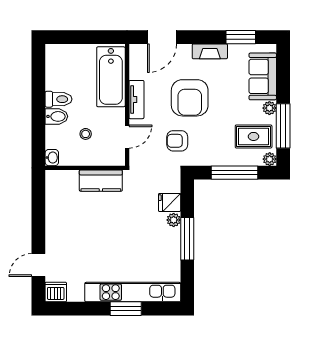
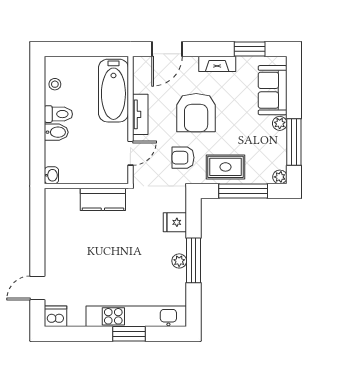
stool: (86, 134) -> (55, 84), moved
rug: (254, 136) -> (226, 167), moved
plant: (174, 220) -> (179, 261), moved

